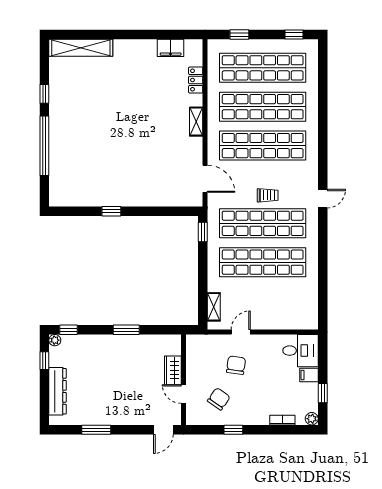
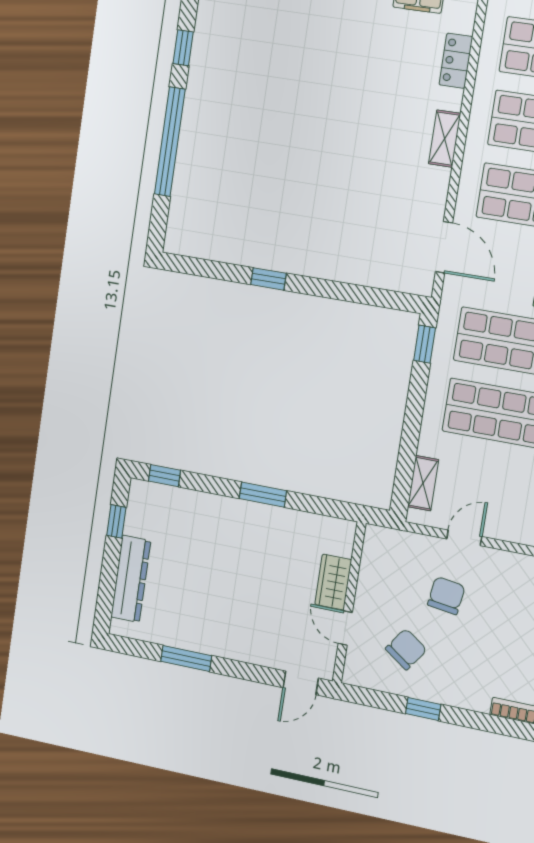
plant: (55, 340) -> (139, 489), removed

